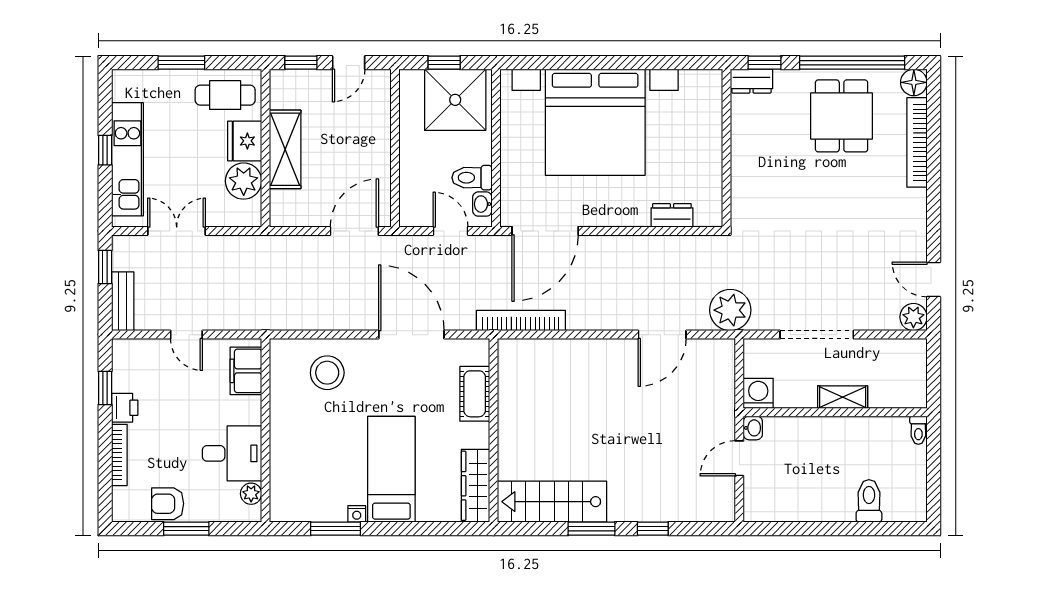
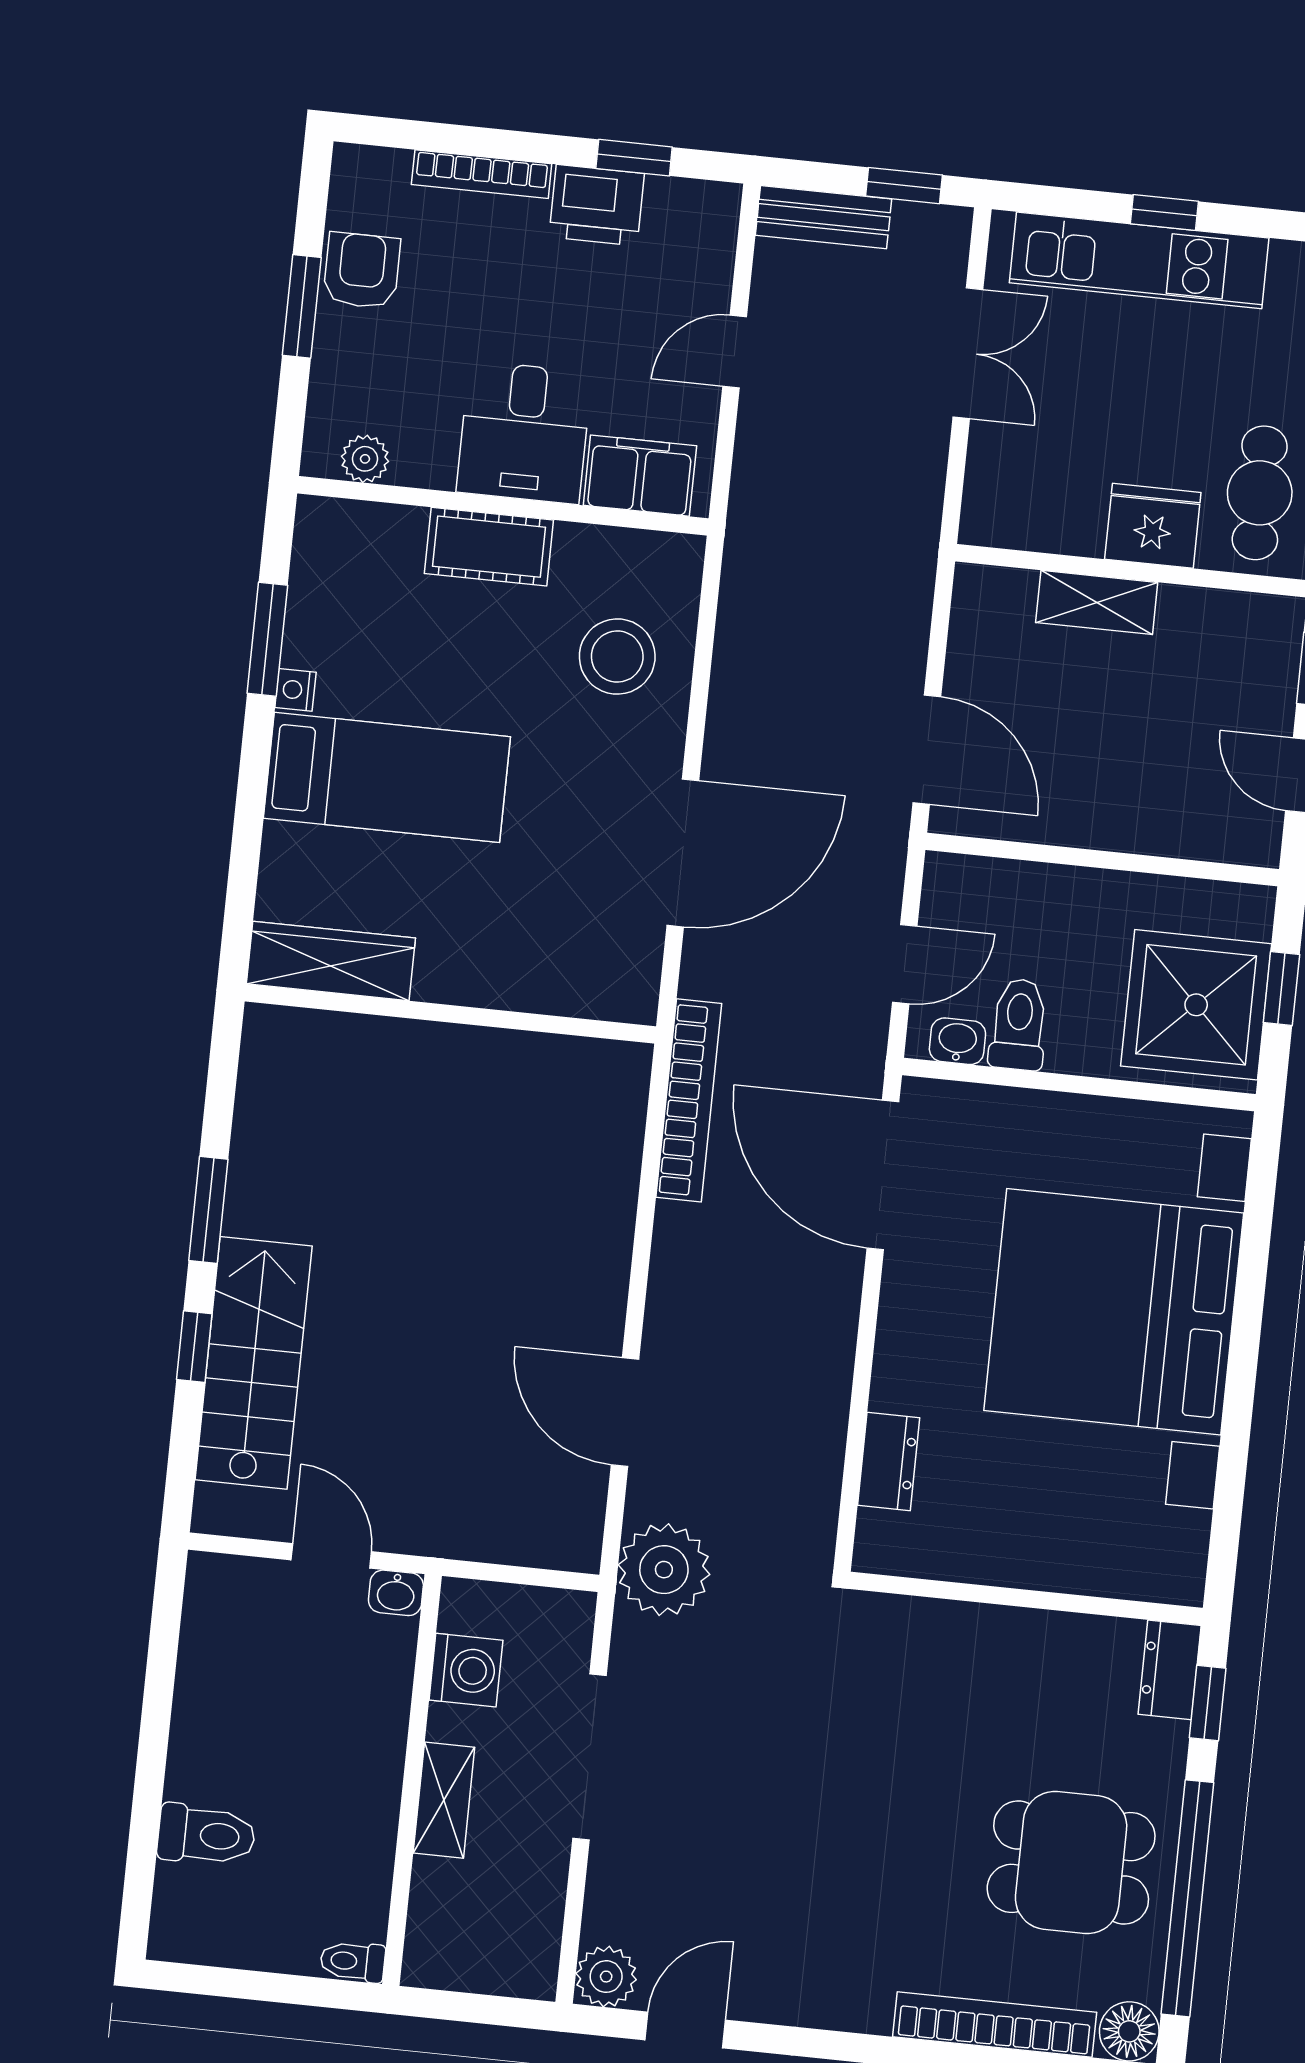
shelving: (285, 149) -> (1097, 602), width x0.67, depth x0.75
plant: (244, 181) -> (1064, 514), removed
washing machine: (758, 393) -> (466, 1670), moved
cot: (475, 394) -> (489, 547), moved
printer: (125, 408) -> (597, 205), width x1.36, depth x1.24
desk: (232, 453) -> (524, 432), moved
stairs: (552, 502) -> (254, 1363), moved

